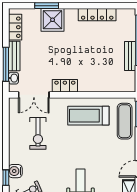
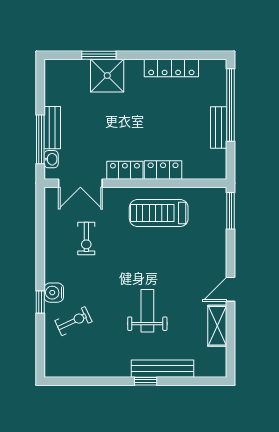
locker: (15, 27) -> (163, 170), moved, turned -90
exercise mat: (125, 121) -> (211, 221), removed
exercise bike: (38, 133) -> (86, 238), width x0.73, depth x0.72

